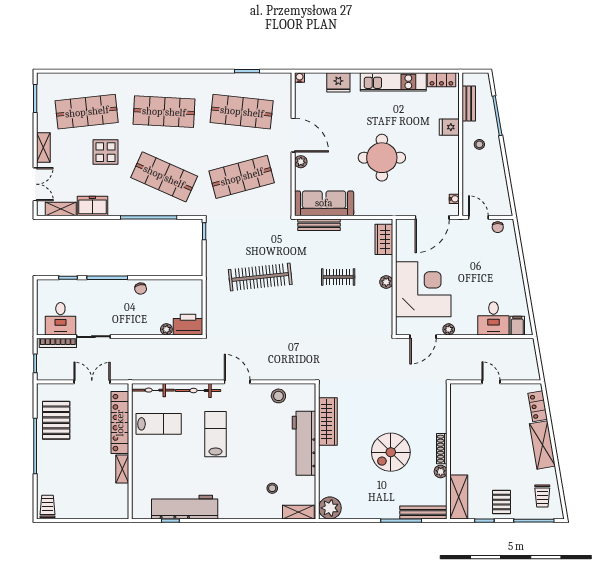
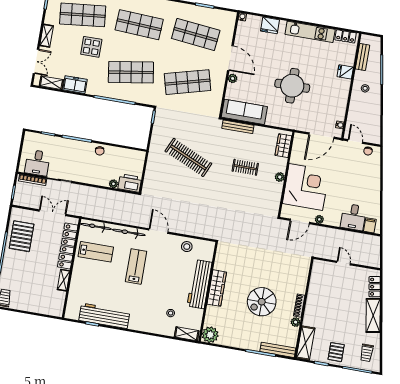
shop shelf: (164, 177) -> (131, 72), turned -33
clothes rail: (260, 277) -> (188, 157), turned 30
wardrobe: (328, 421) -> (217, 288), moved

